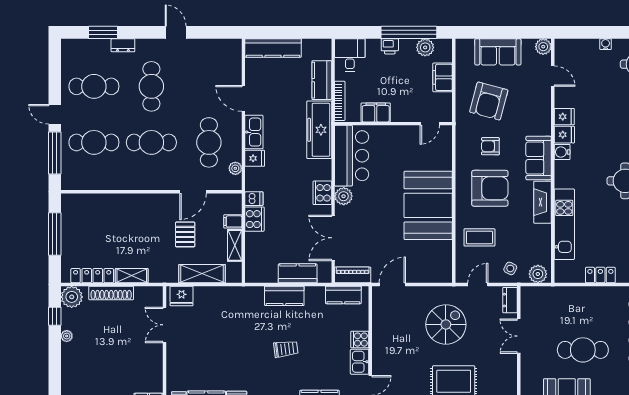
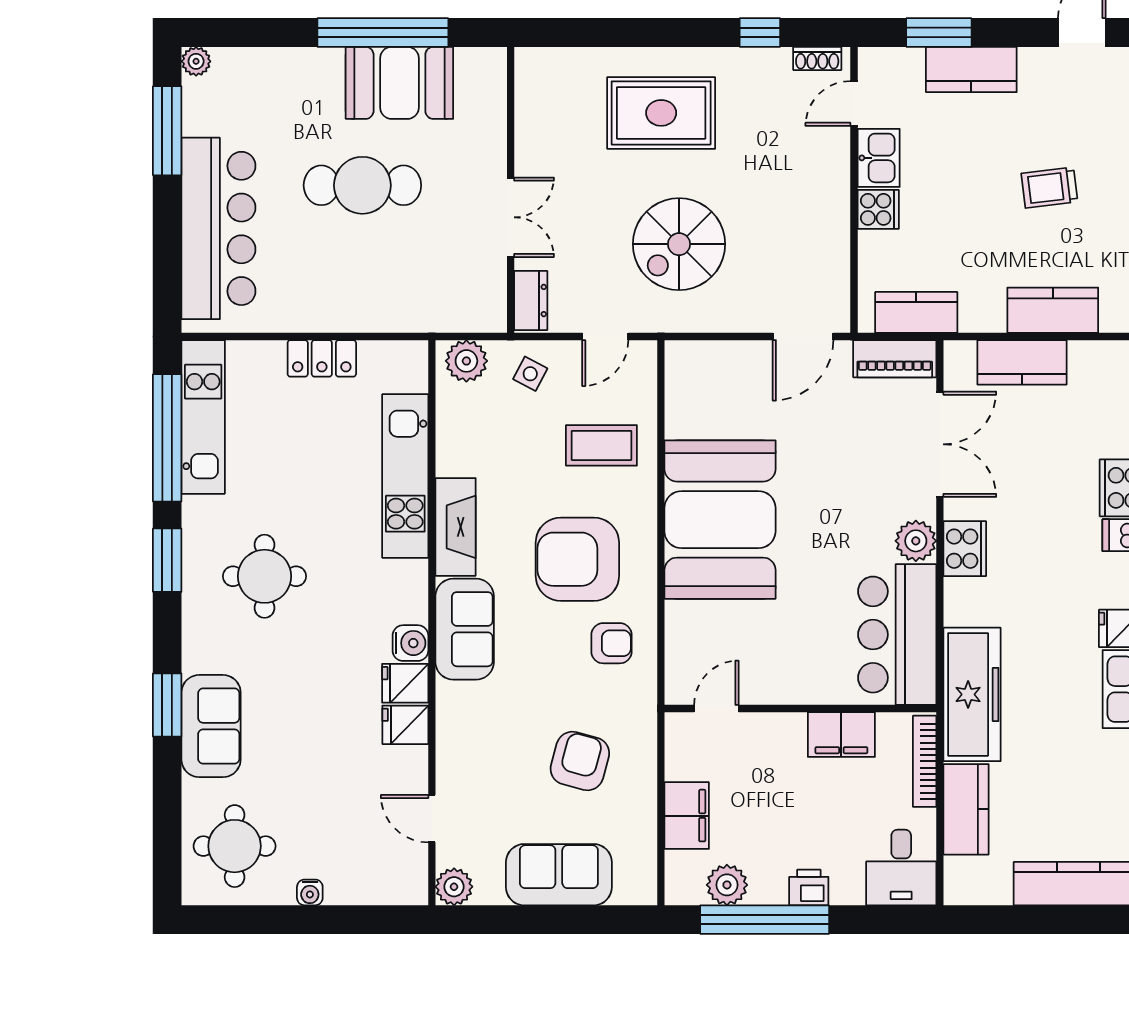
armchair: (489, 101) -> (580, 761), width x0.73, depth x0.73
armchair: (490, 146) -> (611, 643), moved

